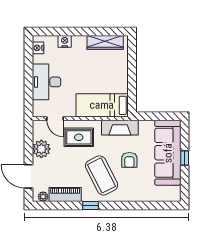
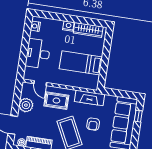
nightstand: (65, 41) -> (68, 26), moved
bed: (102, 105) -> (81, 63), moved
window: (185, 158) -> (138, 116), moved

